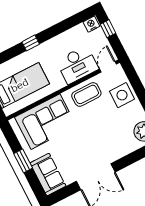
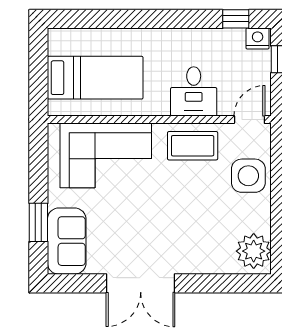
window: (31, 43) -> (236, 19), moved
desk: (77, 65) -> (194, 91), width x0.73
window: (23, 161) -> (38, 222), moved

